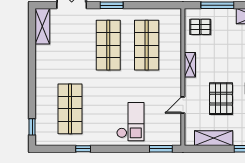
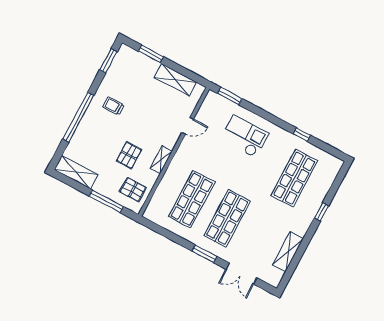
shelving: (42, 26) -> (288, 252), moved
pallet: (221, 99) -> (129, 155), moved, width x0.67, depth x0.71
checkout: (130, 122) -> (245, 136), turned 90
window: (32, 127) -> (322, 212), moved

